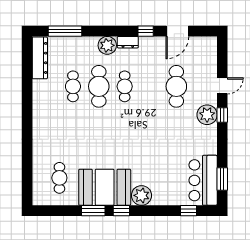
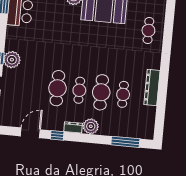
dresser: (40, 58) -> (152, 88), moved
cafe table: (176, 86) -> (57, 88), moved
cafe table: (59, 178) -> (148, 30), moved

